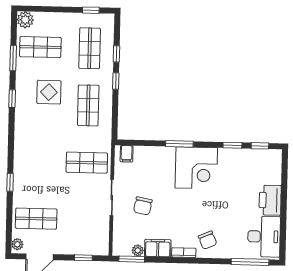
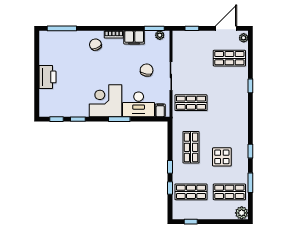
shop shelf: (90, 48) -> (191, 192), turned 90
desk: (264, 237) -> (139, 104), moved, turned -90
plant: (138, 250) -> (160, 35), moved

